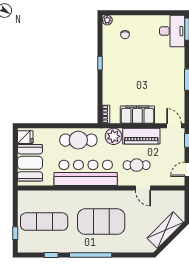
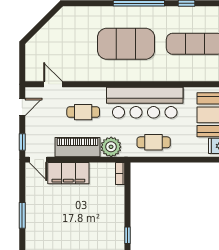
filing cabinet: (137, 115) -> (68, 173), moved
cafe table: (78, 140) -> (154, 142), width x0.73, depth x0.74
door: (143, 188) -> (53, 84), moved
shelving: (165, 230) -> (49, 33), removed

